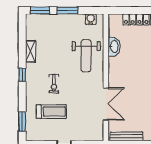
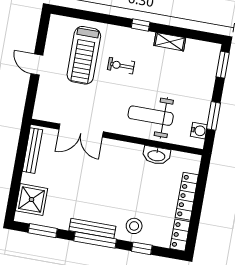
window: (67, 10) -> (214, 116), moved
treadmill: (51, 112) -> (84, 55), width x1.37, depth x1.37
window: (22, 122) -> (77, 14), removed

